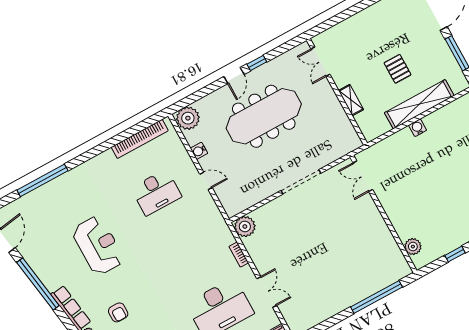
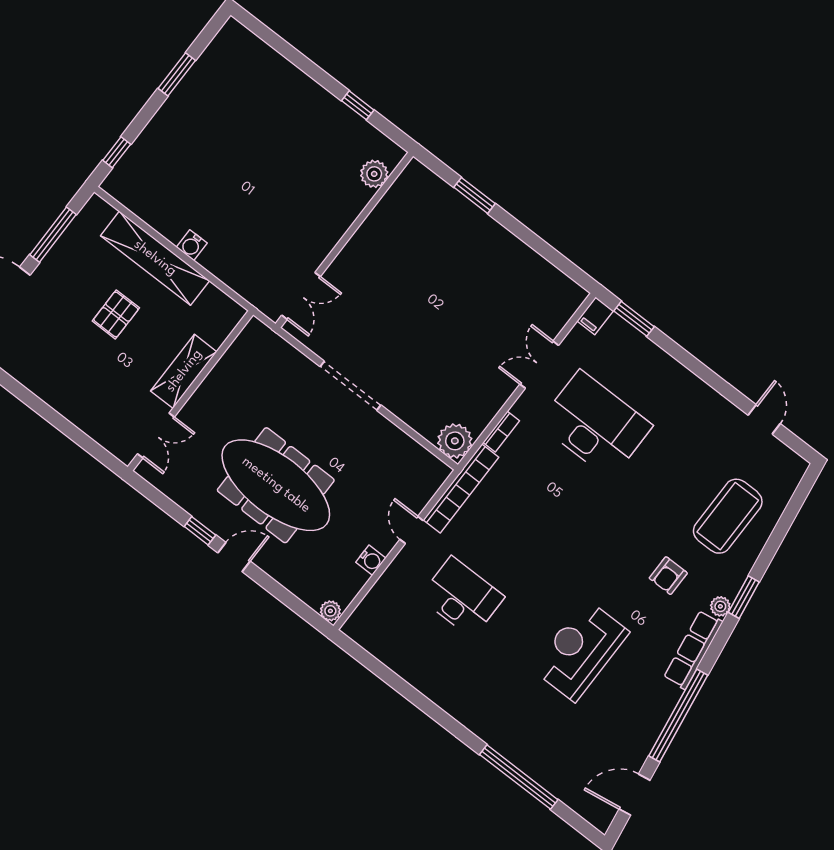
shelving: (351, 100) -> (184, 371), width x1.50, depth x1.33
plant: (188, 118) -> (330, 611), width x0.53, depth x0.53
bookcase: (140, 139) -> (461, 489), moved, turned 90
window: (377, 297) -> (474, 195), width x0.47
armchair: (118, 312) -> (668, 576), turned 180

